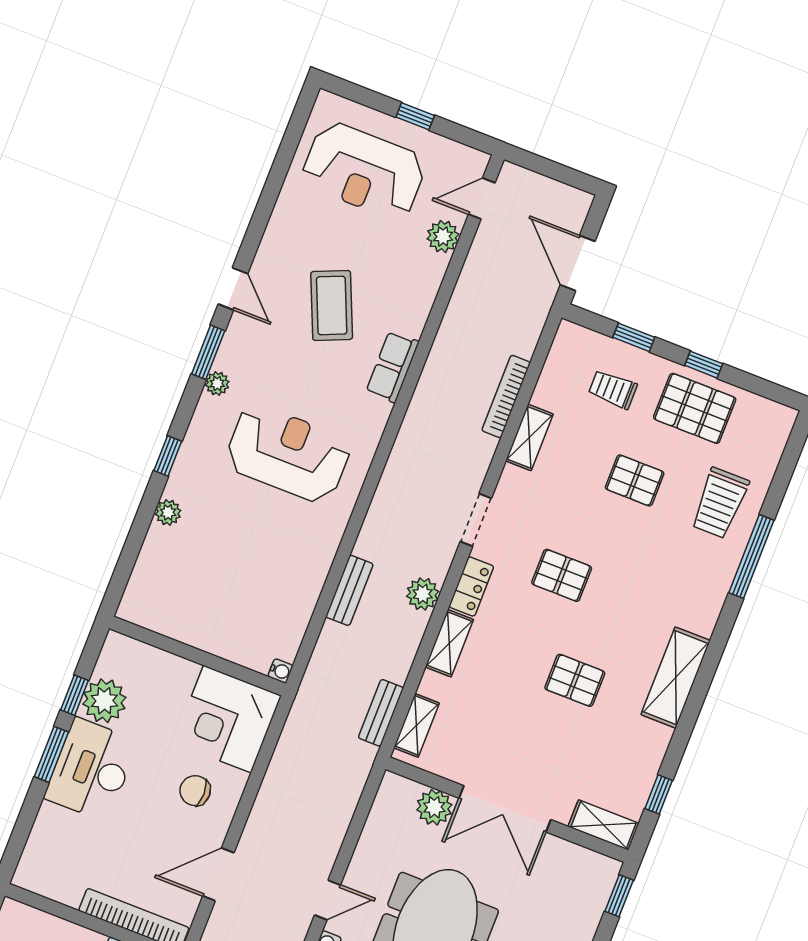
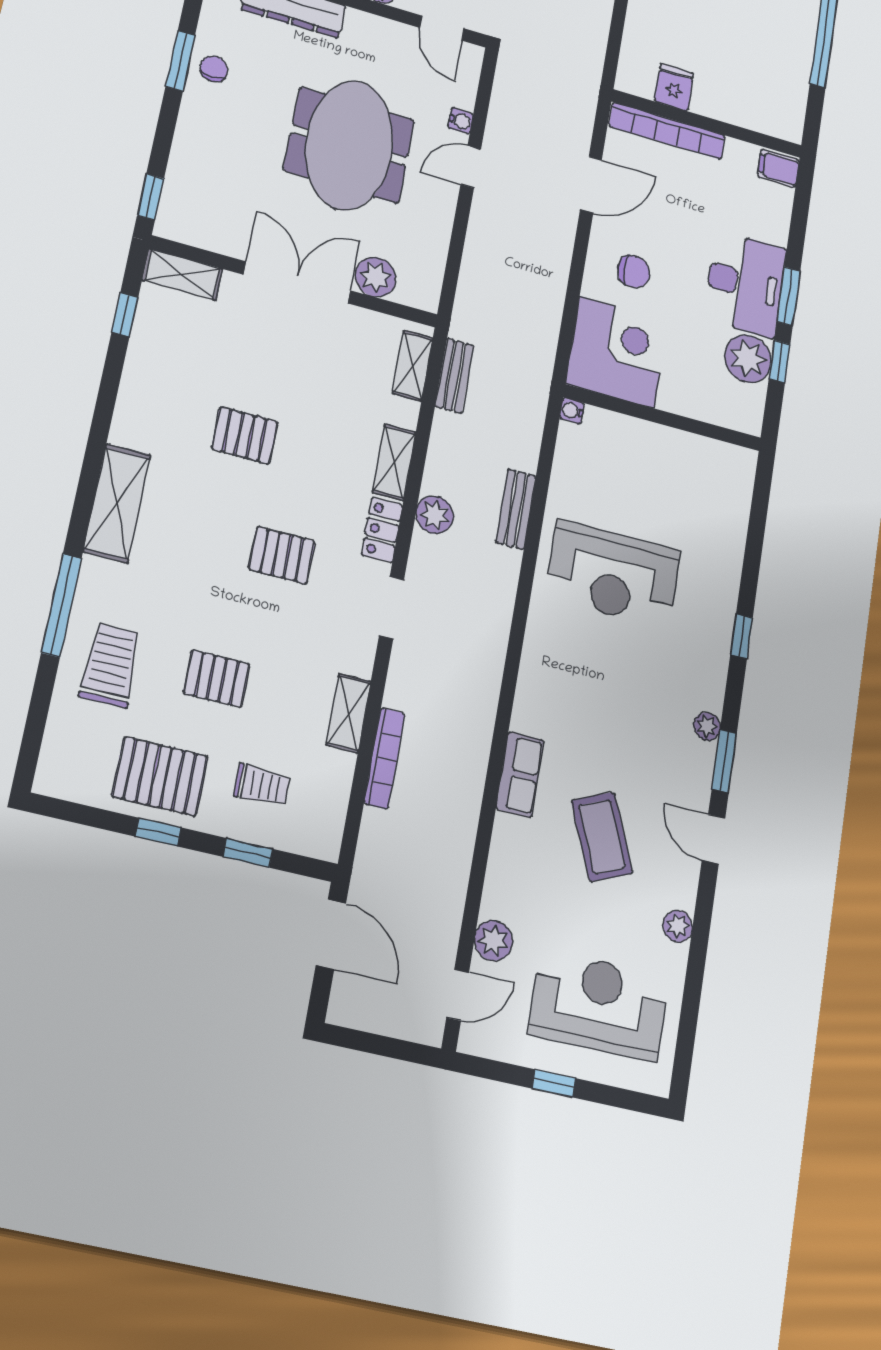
reception desk: (288, 453) -> (613, 574), moved
plant: (168, 512) -> (678, 926), moved
shelving: (676, 678) -> (117, 503), moved
filing cabinet: (33, 875) -> (778, 168), added

